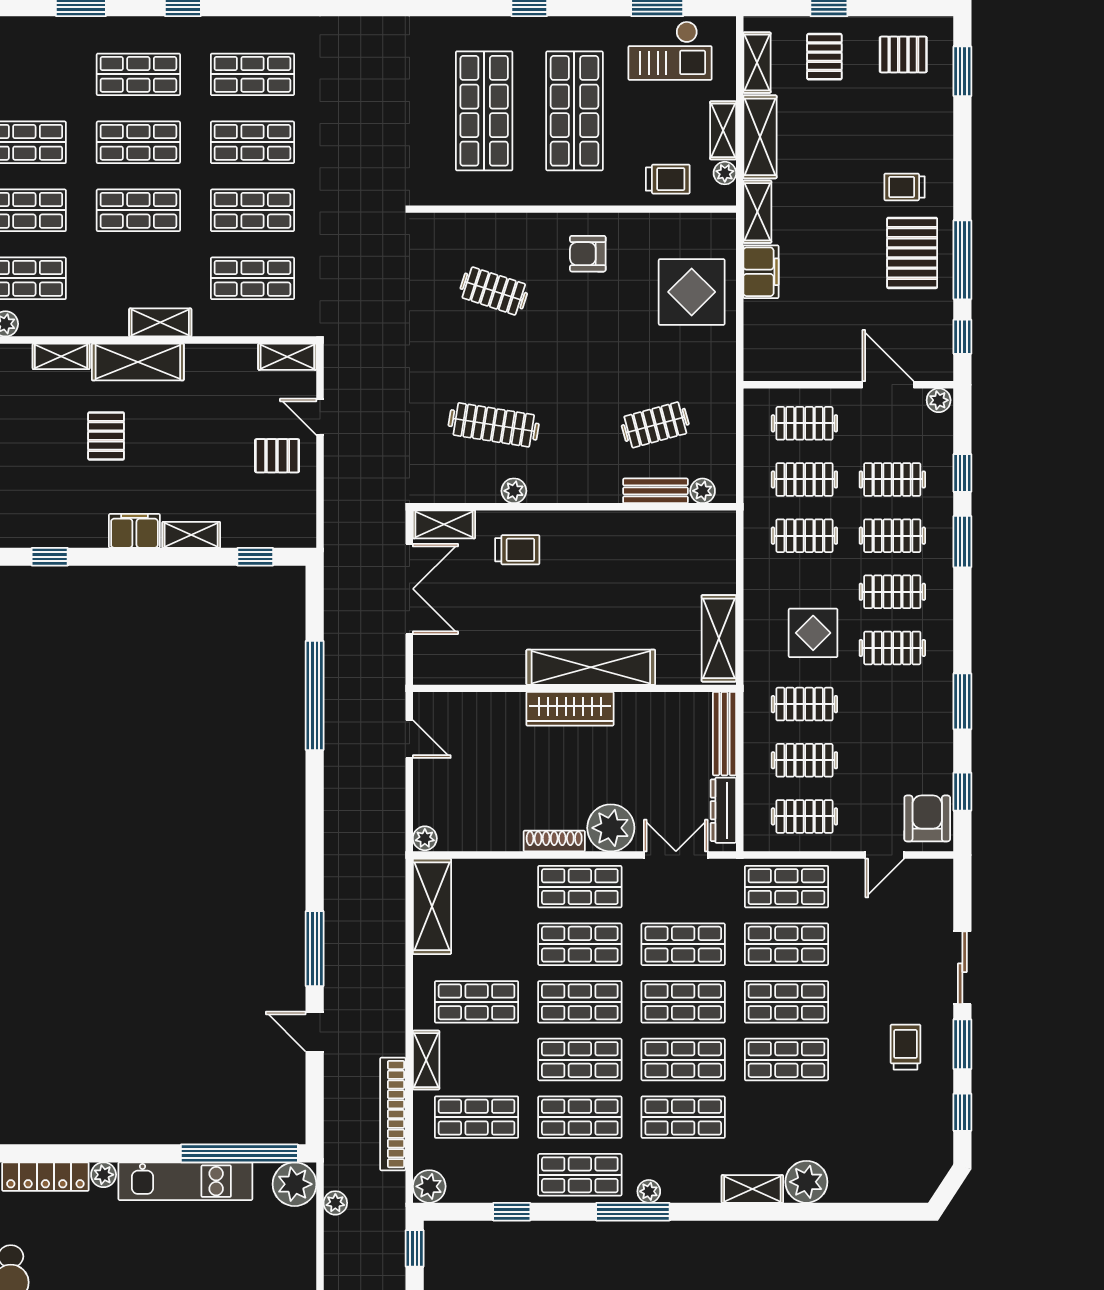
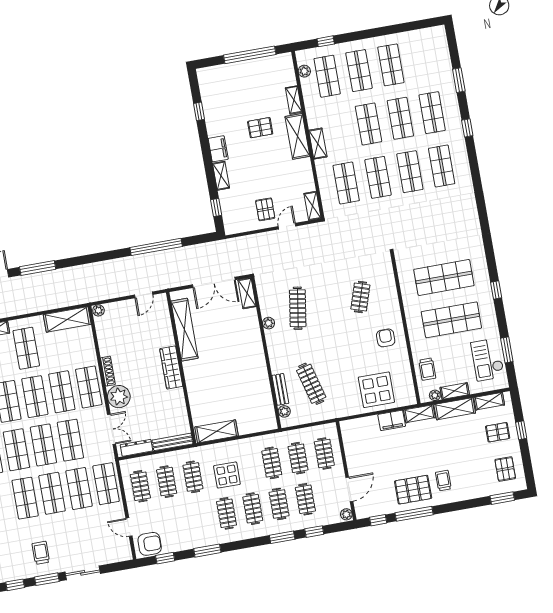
clothes rail: (655, 425) -> (311, 384), width x1.36
trolley: (517, 550) -> (241, 330), removed
shelving: (591, 667) -> (185, 330), moved
trolley: (906, 1047) -> (41, 553), turned -90

